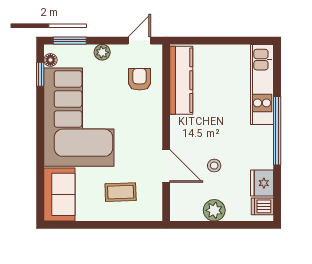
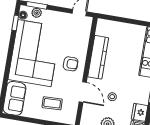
plant: (102, 52) -> (37, 13), moved
armchair: (140, 79) -> (71, 64), moved, turned 90
kitchen counter: (181, 80) -> (98, 57), moved

